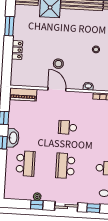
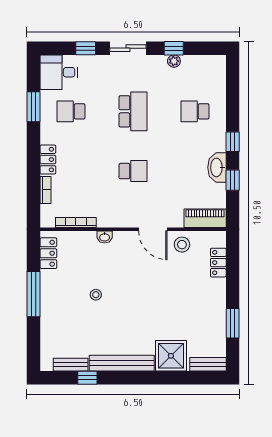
locker: (17, 50) -> (218, 263), moved
stool: (58, 64) -> (182, 245), moved
washbasin: (13, 138) -> (217, 167), moved
school desk: (26, 163) -> (195, 111), width x0.54

